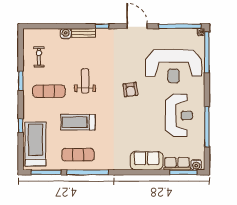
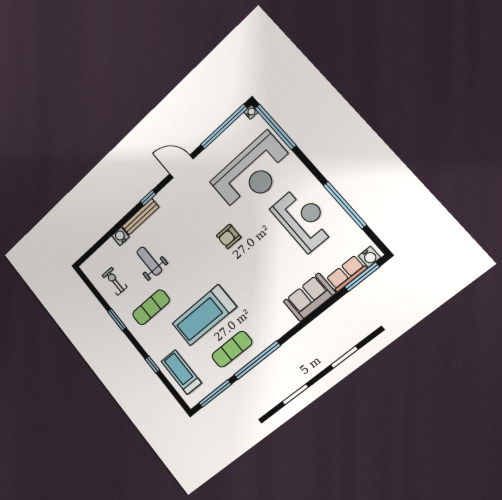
bench: (84, 33) -> (140, 217), width x1.36
weight bench: (85, 81) -> (149, 261), moved
armchair: (130, 90) -> (229, 237), turned 97
treadmill: (78, 122) -> (204, 315), width x1.37, depth x1.38
treadmill: (35, 144) -> (181, 372), width x0.73, depth x0.73

